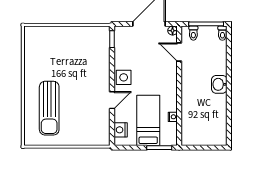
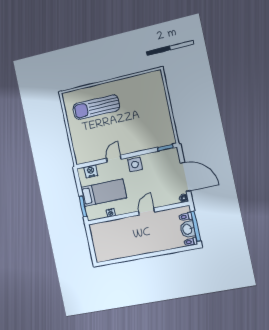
door: (179, 52) -> (147, 211), moved
washbasin: (219, 84) -> (188, 229), moved, turned -90
door: (112, 100) -> (114, 159), swing flipped

